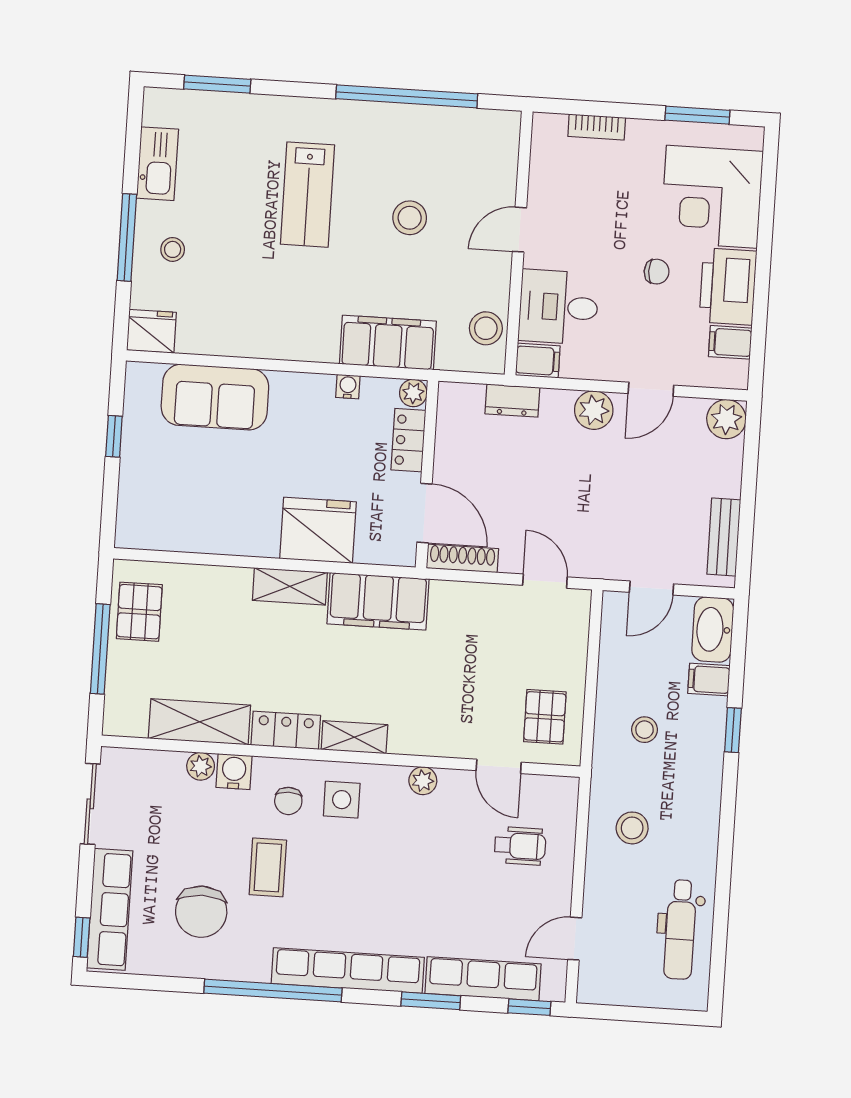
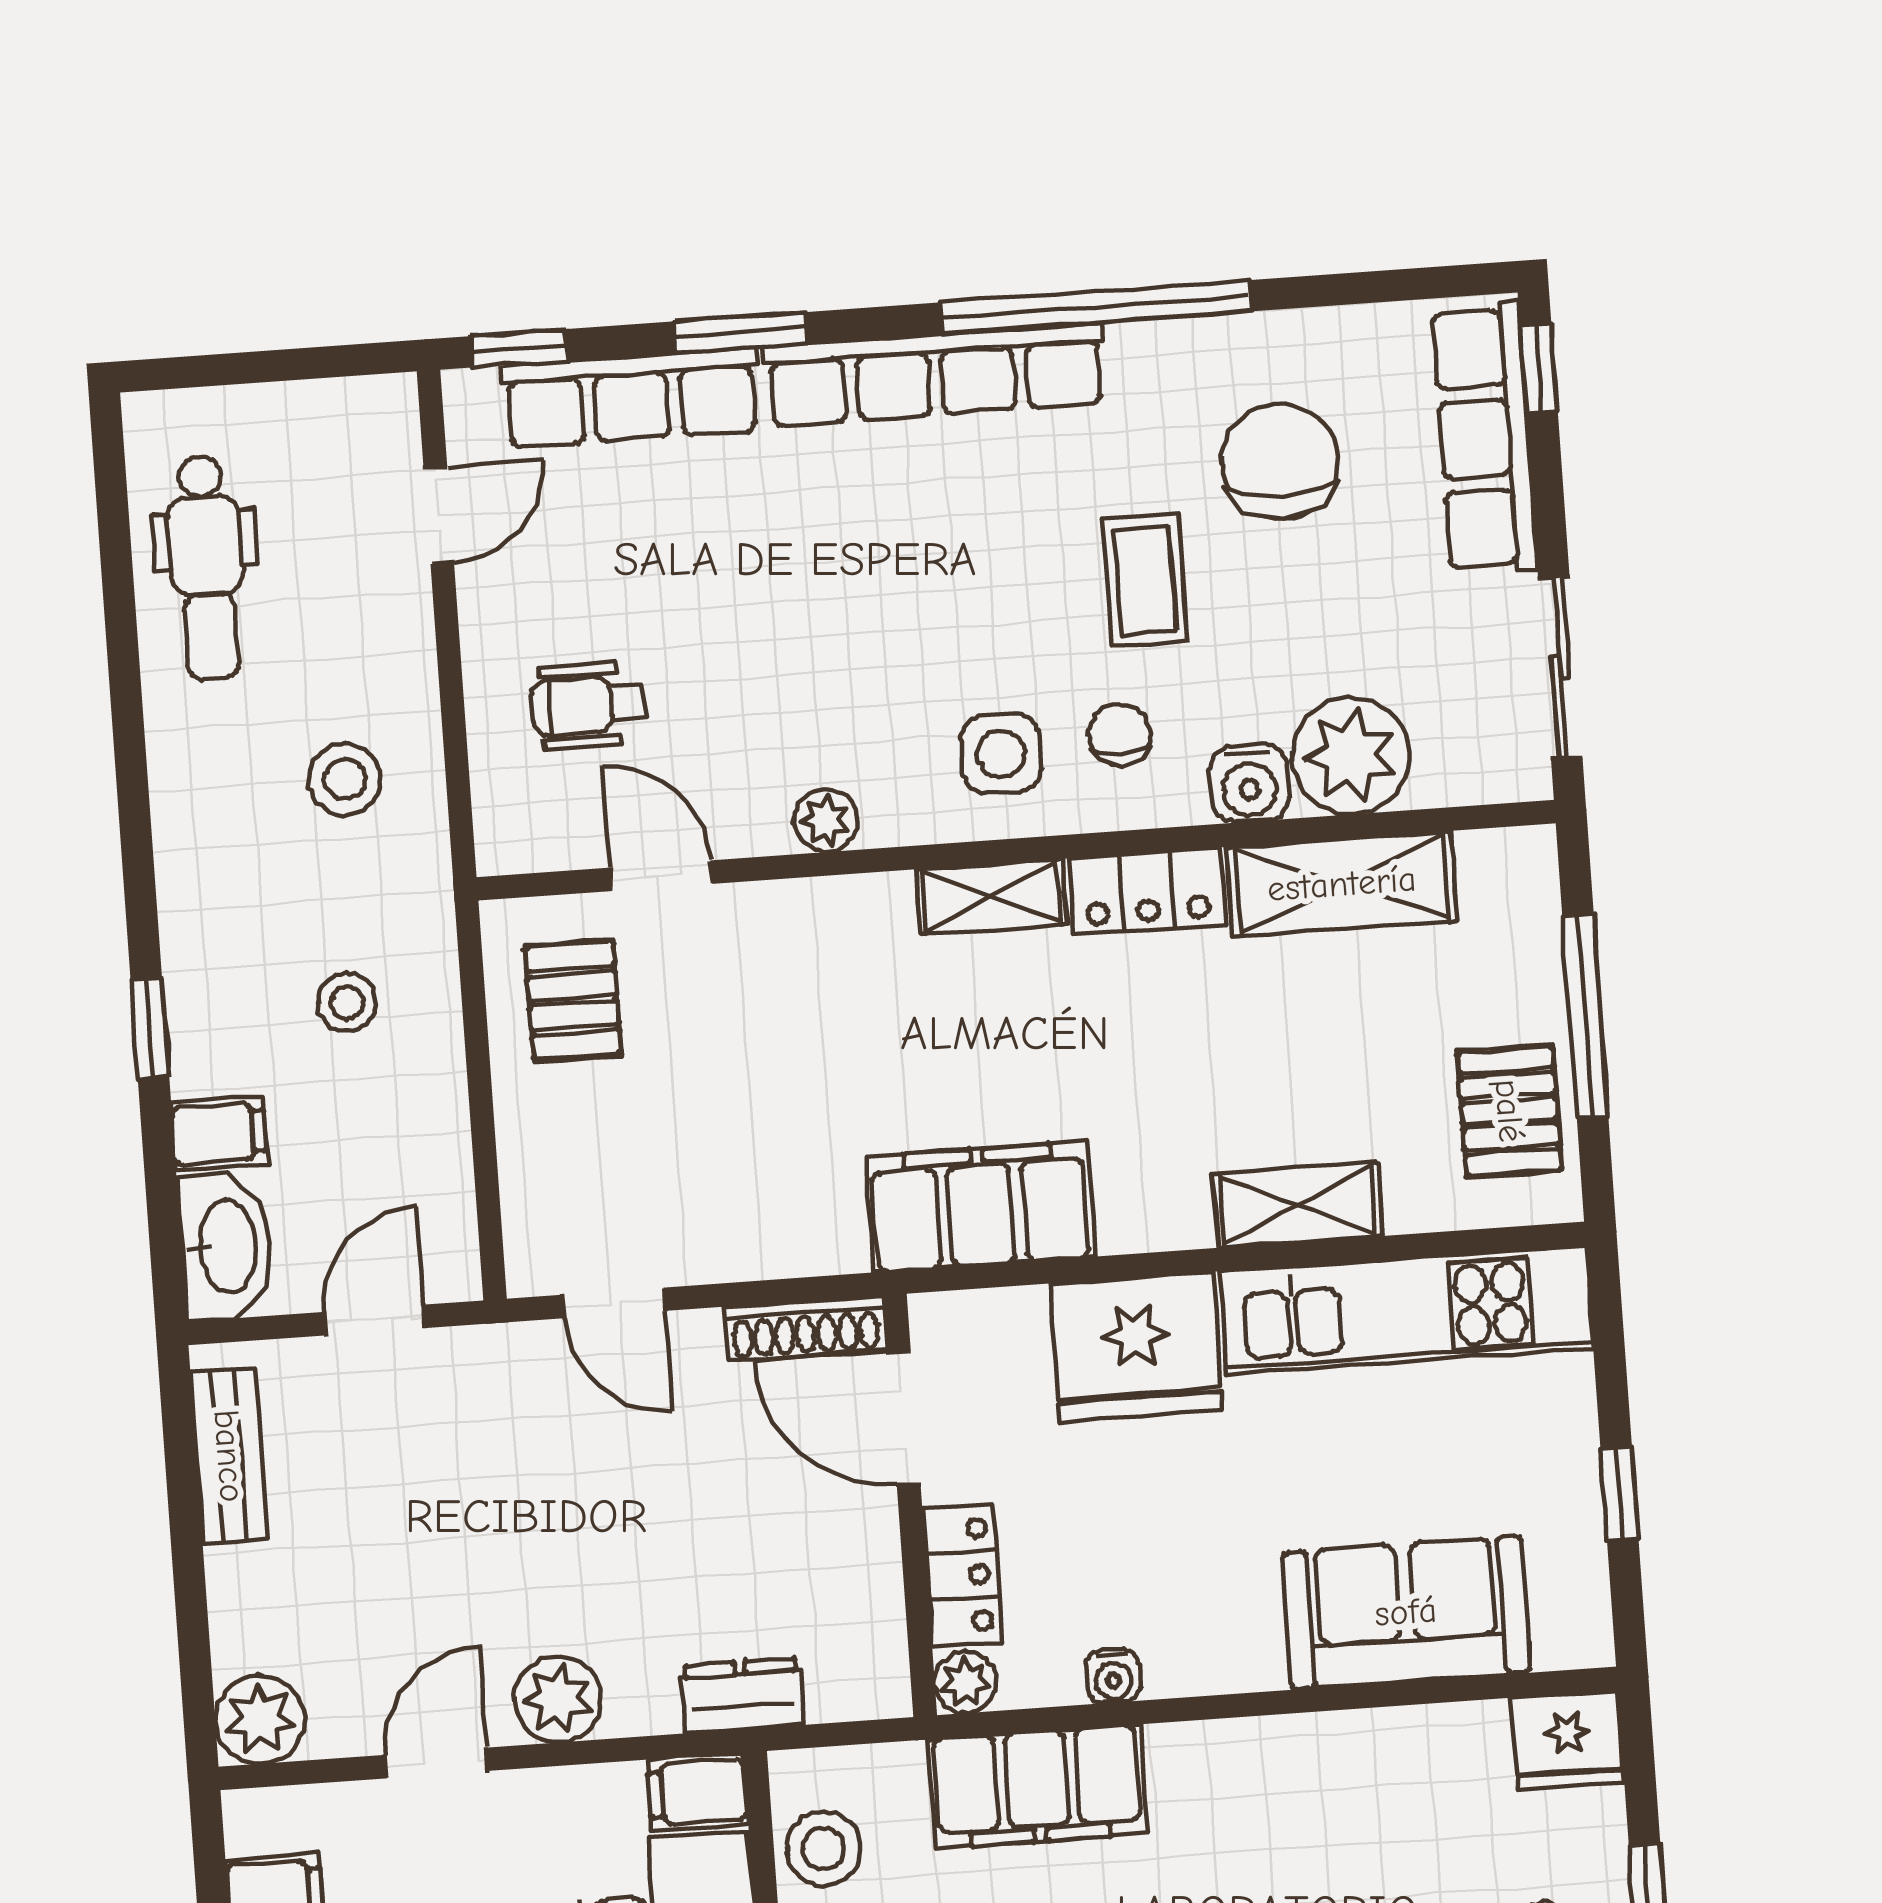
kitchen unit: (197, 530) -> (1406, 1310), added
shelving: (290, 586) -> (1298, 1205), moved
plant: (201, 766) -> (1351, 756), width x1.88, depth x1.88
dental chair: (680, 930) -> (206, 568), turned 180

